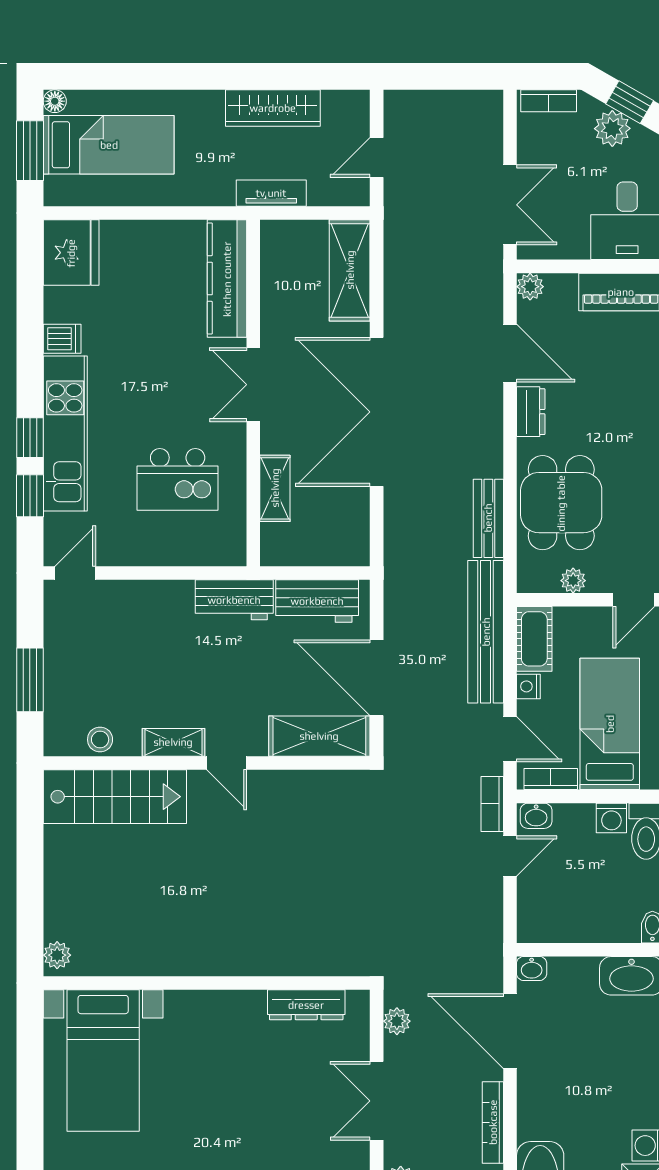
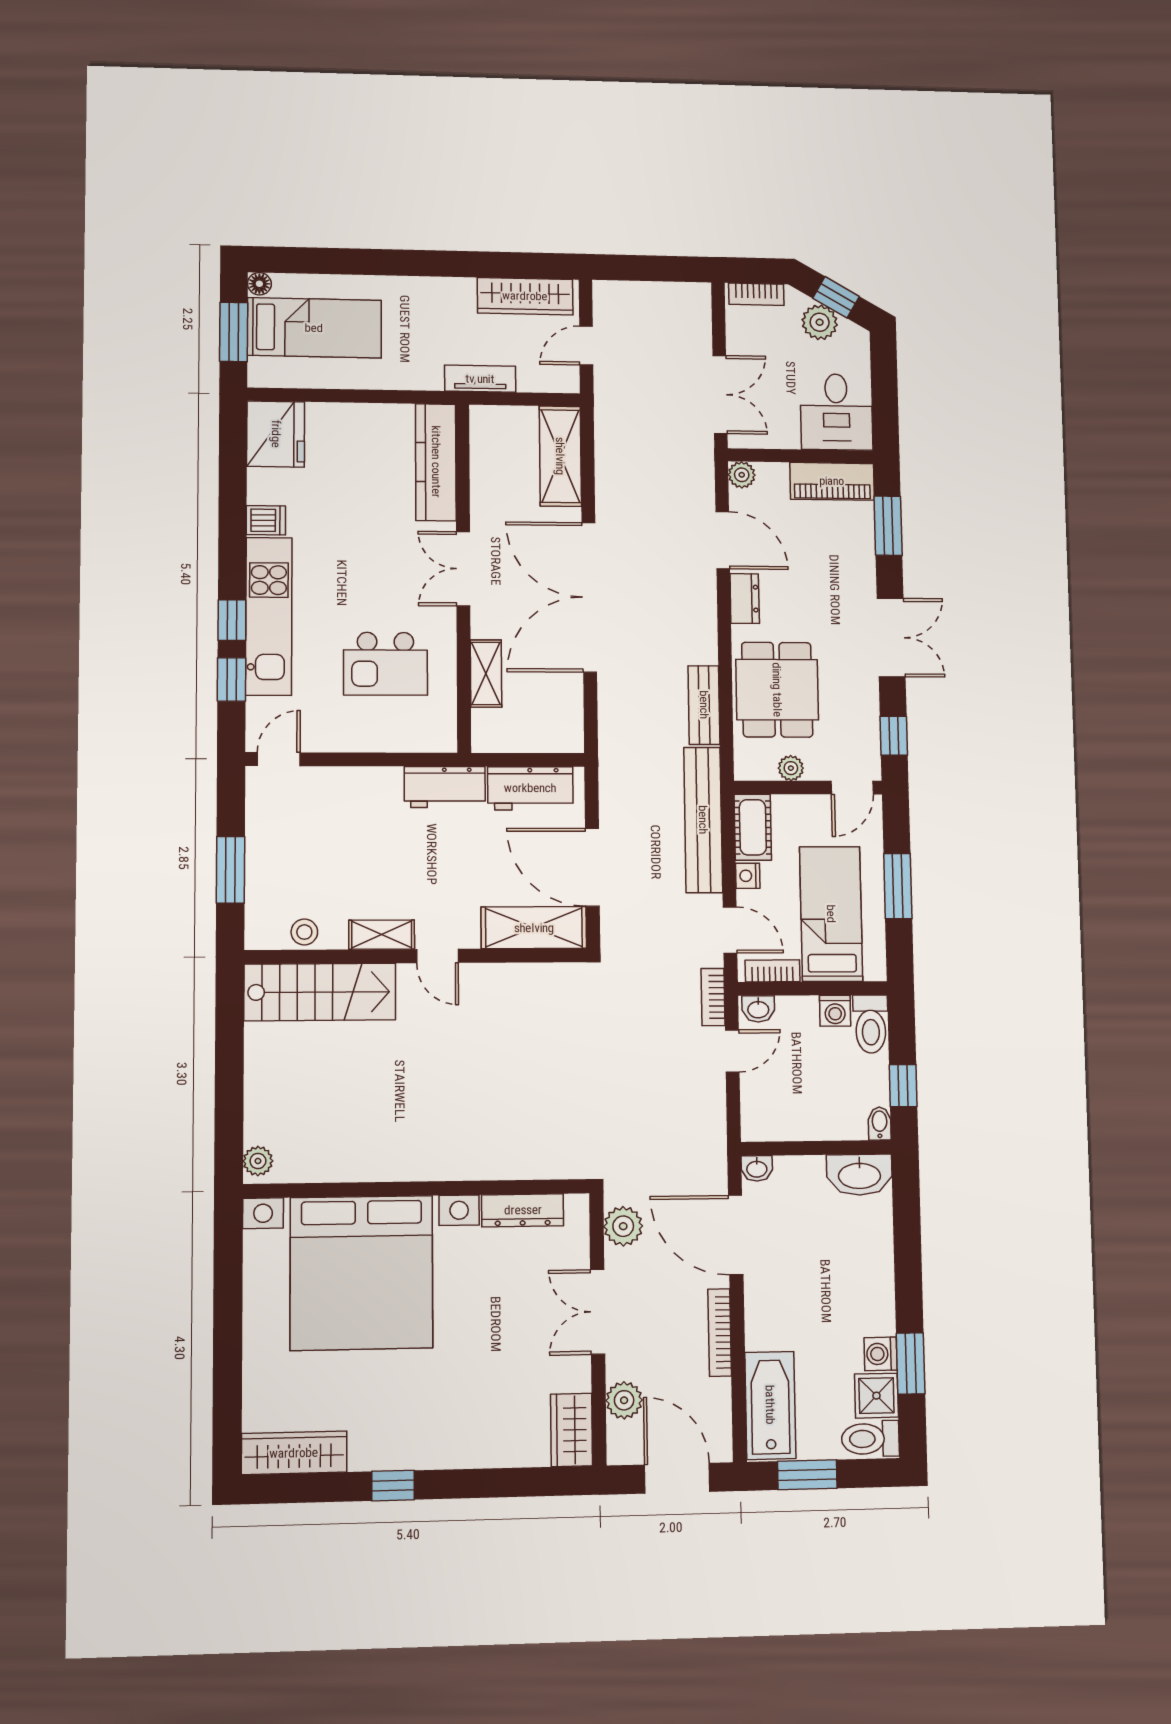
wardrobe: (273, 108) -> (525, 296), moved
plant: (397, 1021) -> (623, 1226), width x1.38, depth x1.38
bed with nightstands: (103, 1060) -> (361, 1273), width x1.85

